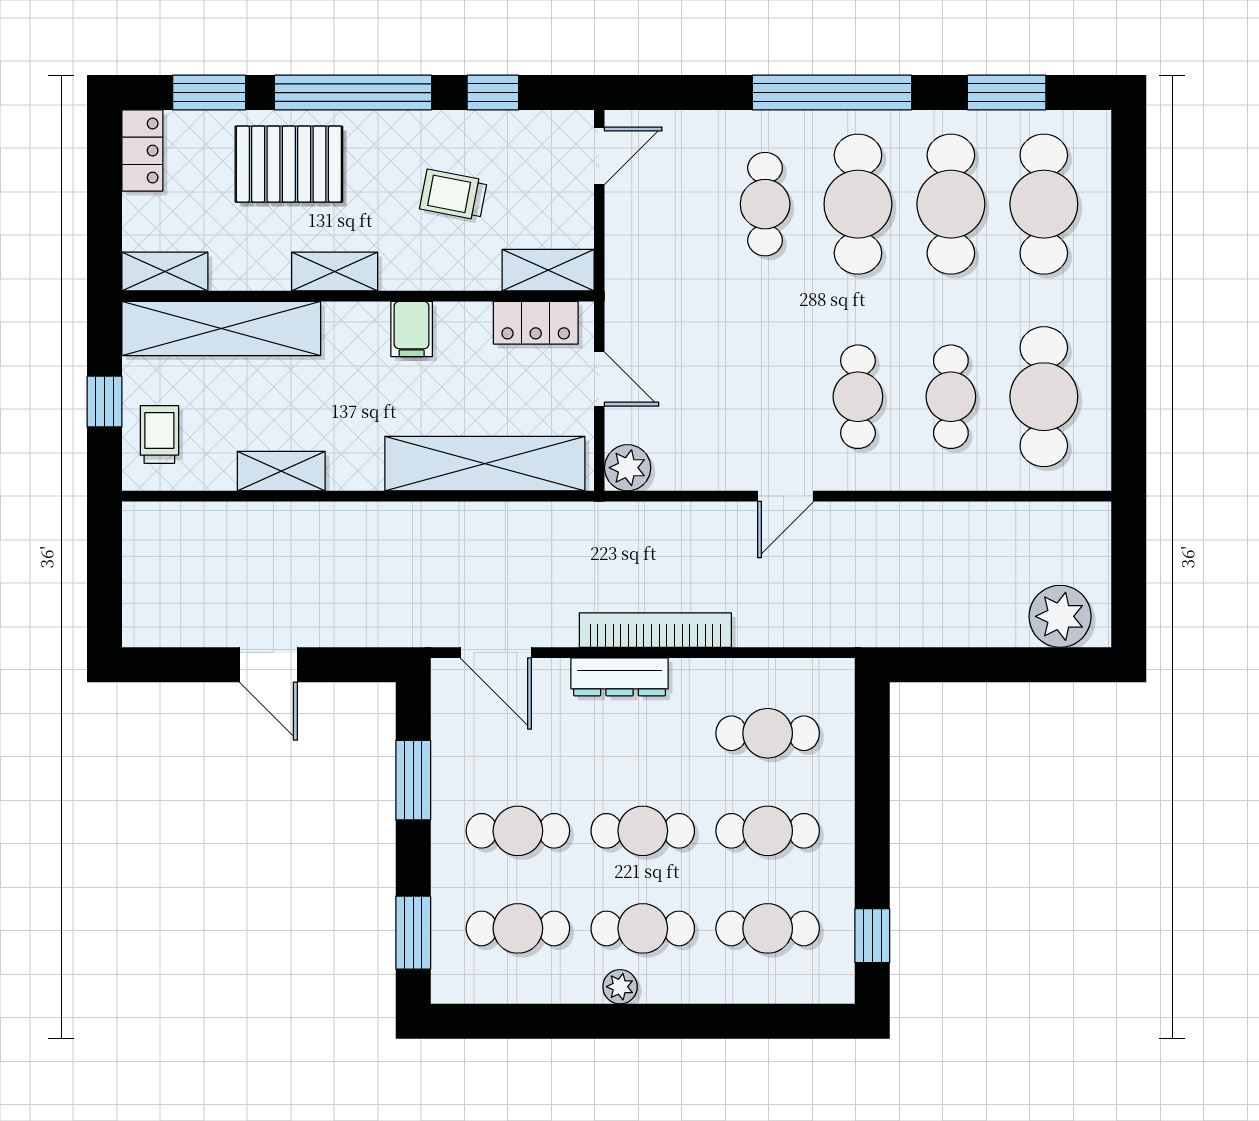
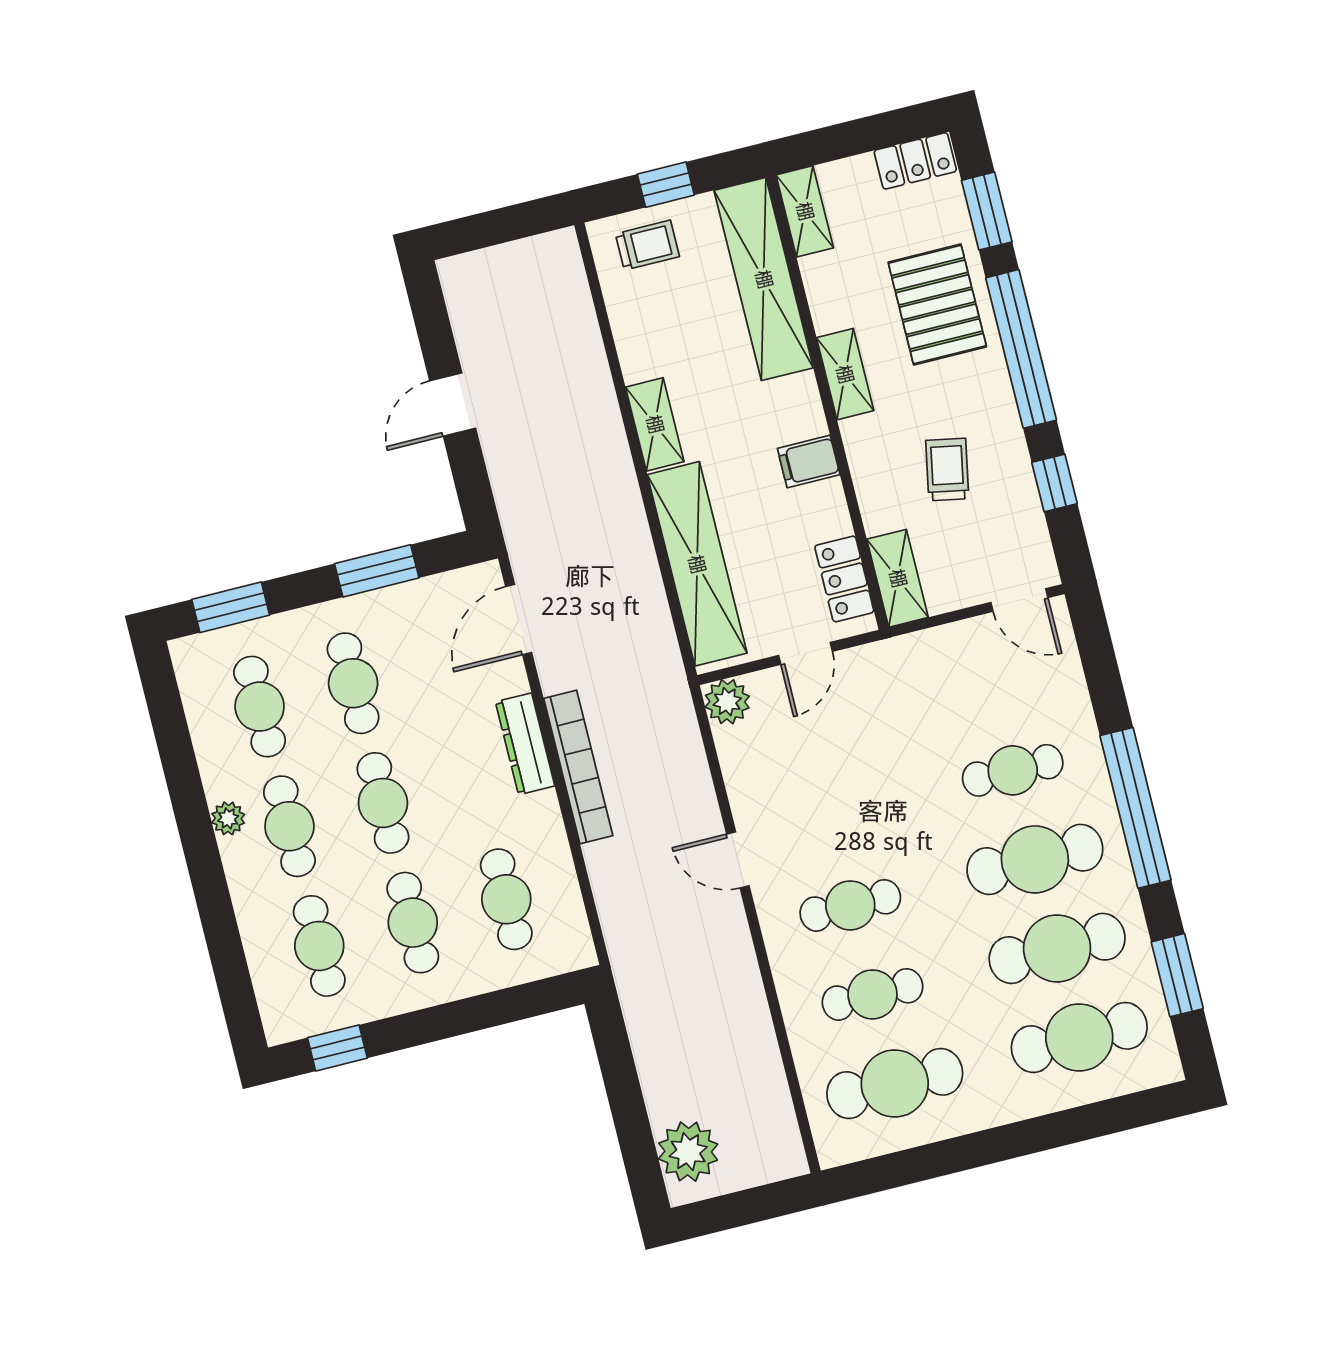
shelving: (281, 471) -> (655, 424), moved

